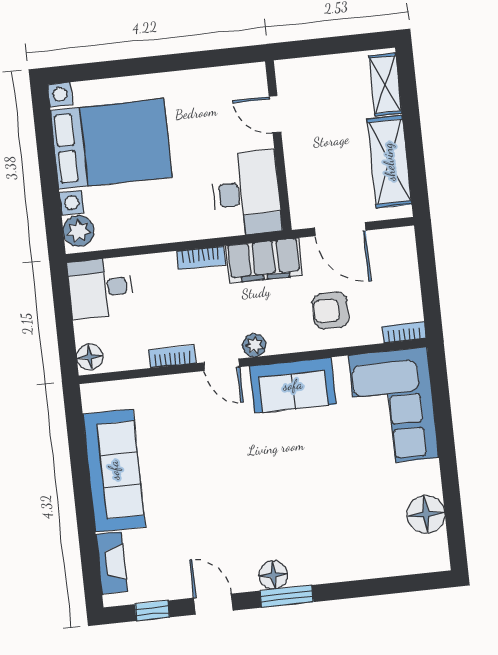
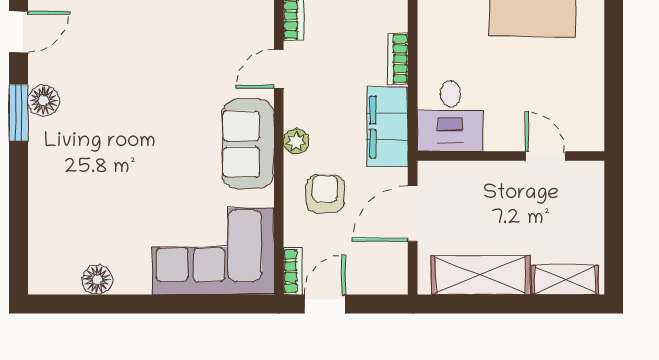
door: (275, 114) -> (545, 156), hinge flipped
desk: (247, 193) -> (450, 116), width x0.73
door: (431, 300) -> (325, 304), added
plant: (254, 345) -> (296, 141), moved
floor lamp: (426, 514) -> (97, 280), width x0.73, depth x0.73

